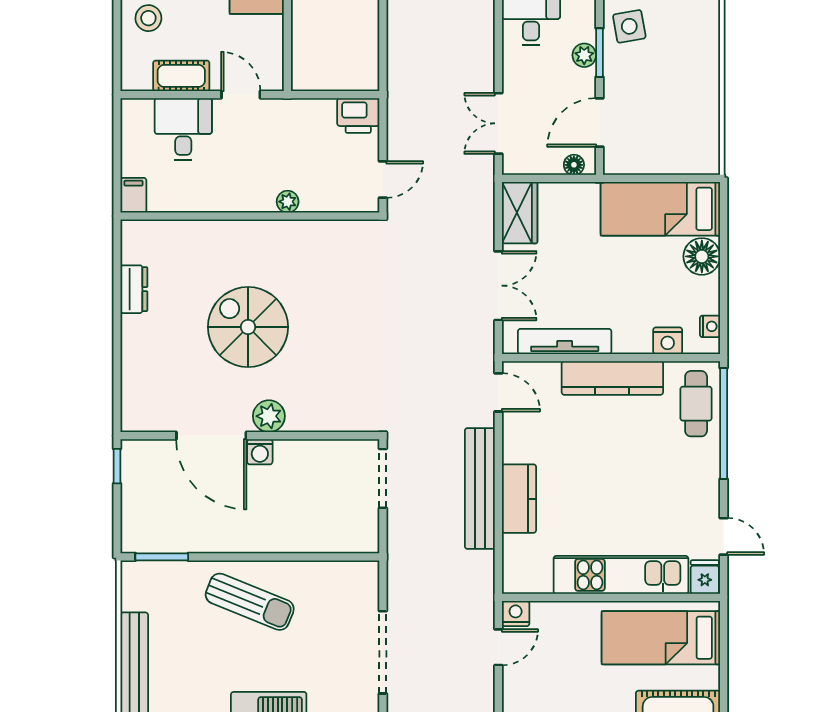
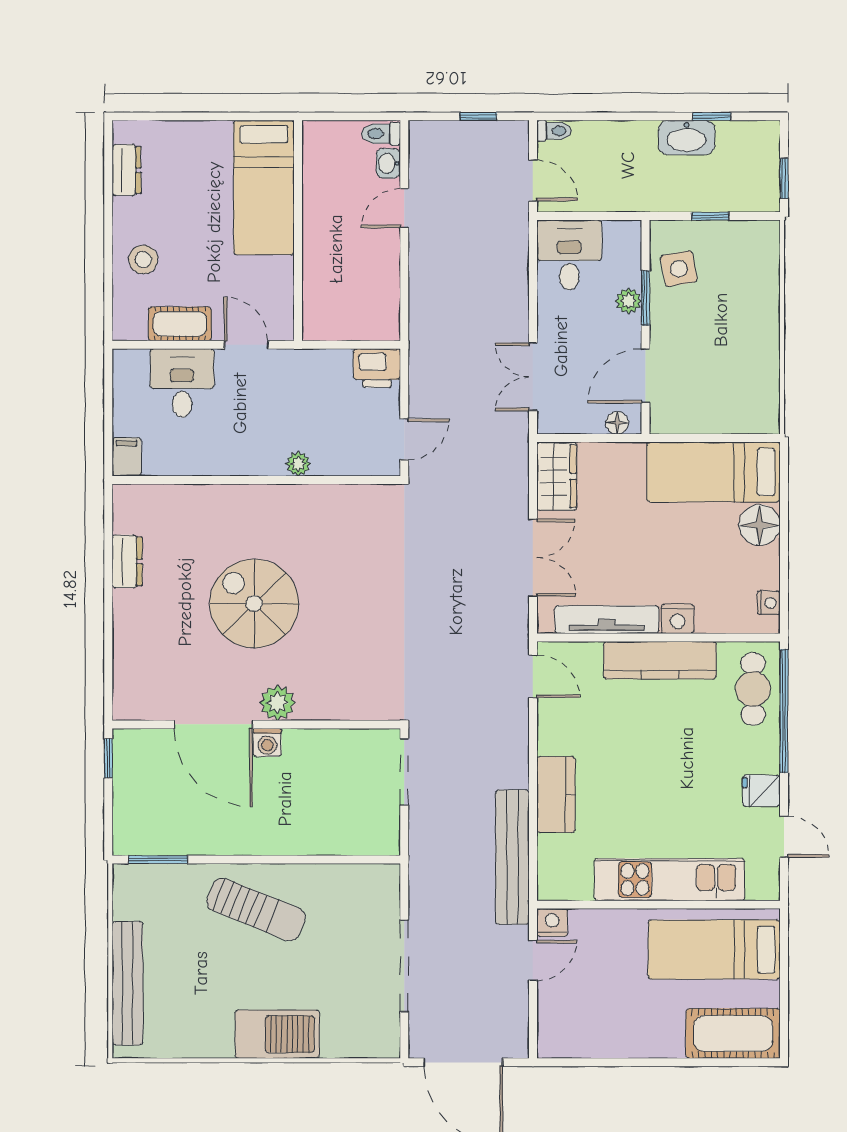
nightstand: (668, 341) -> (677, 619), moved
bench: (480, 489) -> (512, 857), moved
fridge: (705, 577) -> (761, 791), moved, turned -90

